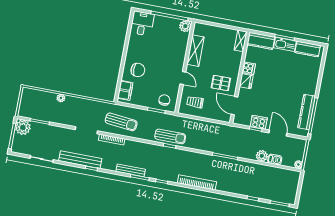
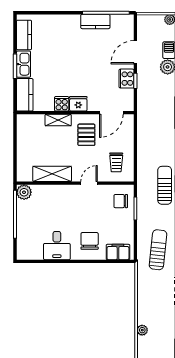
desk: (142, 23) -> (57, 246), moved, turned -90
shelving: (241, 41) -> (58, 120), moved
kitchen counter: (307, 112) -> (95, 22), width x0.67

